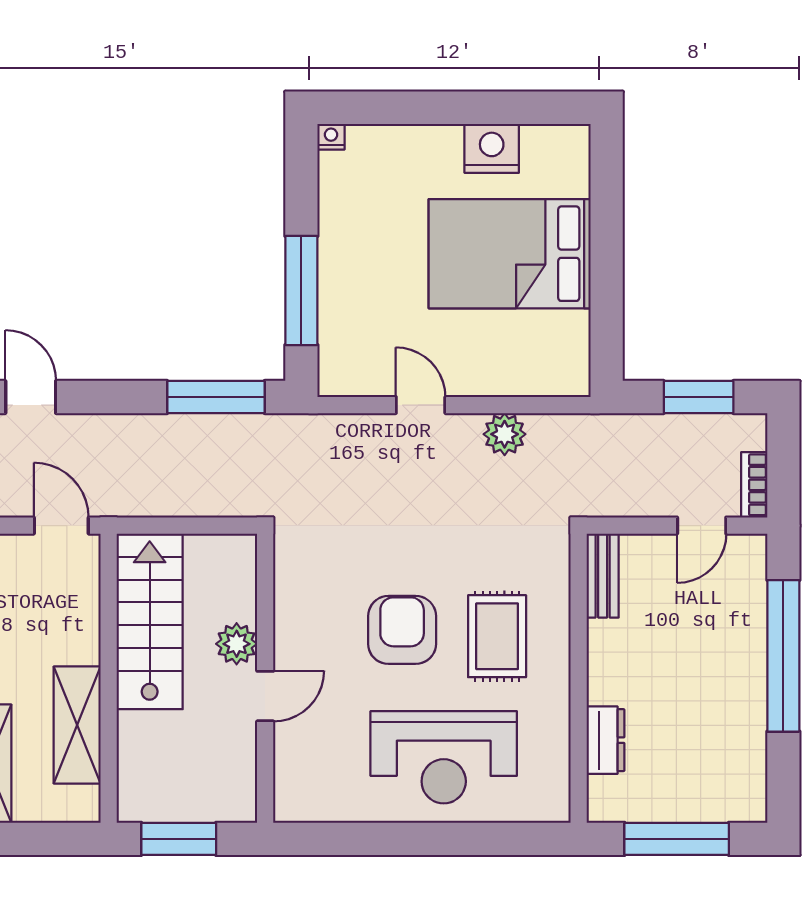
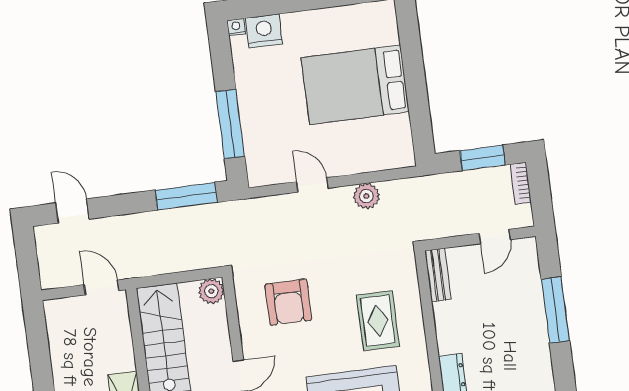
nightstand: (492, 148) -> (264, 31), moved
bookcase: (754, 485) -> (521, 183), moved
armchair: (402, 630) -> (288, 302), moved, turned 180
plant: (237, 644) -> (211, 291), moved
window: (783, 656) -> (555, 310), width x0.68

